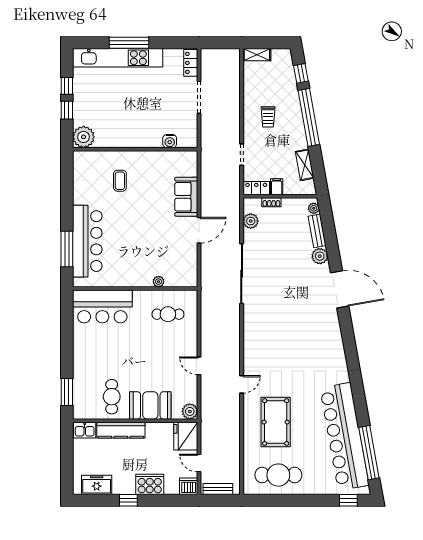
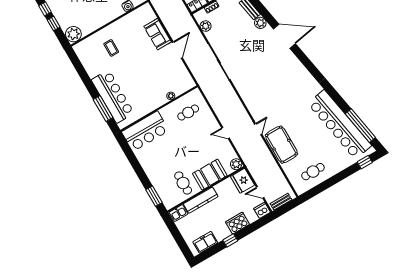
pool table: (276, 422) -> (281, 145), moved
cafe table: (278, 475) -> (313, 172), width x0.73, depth x0.74

